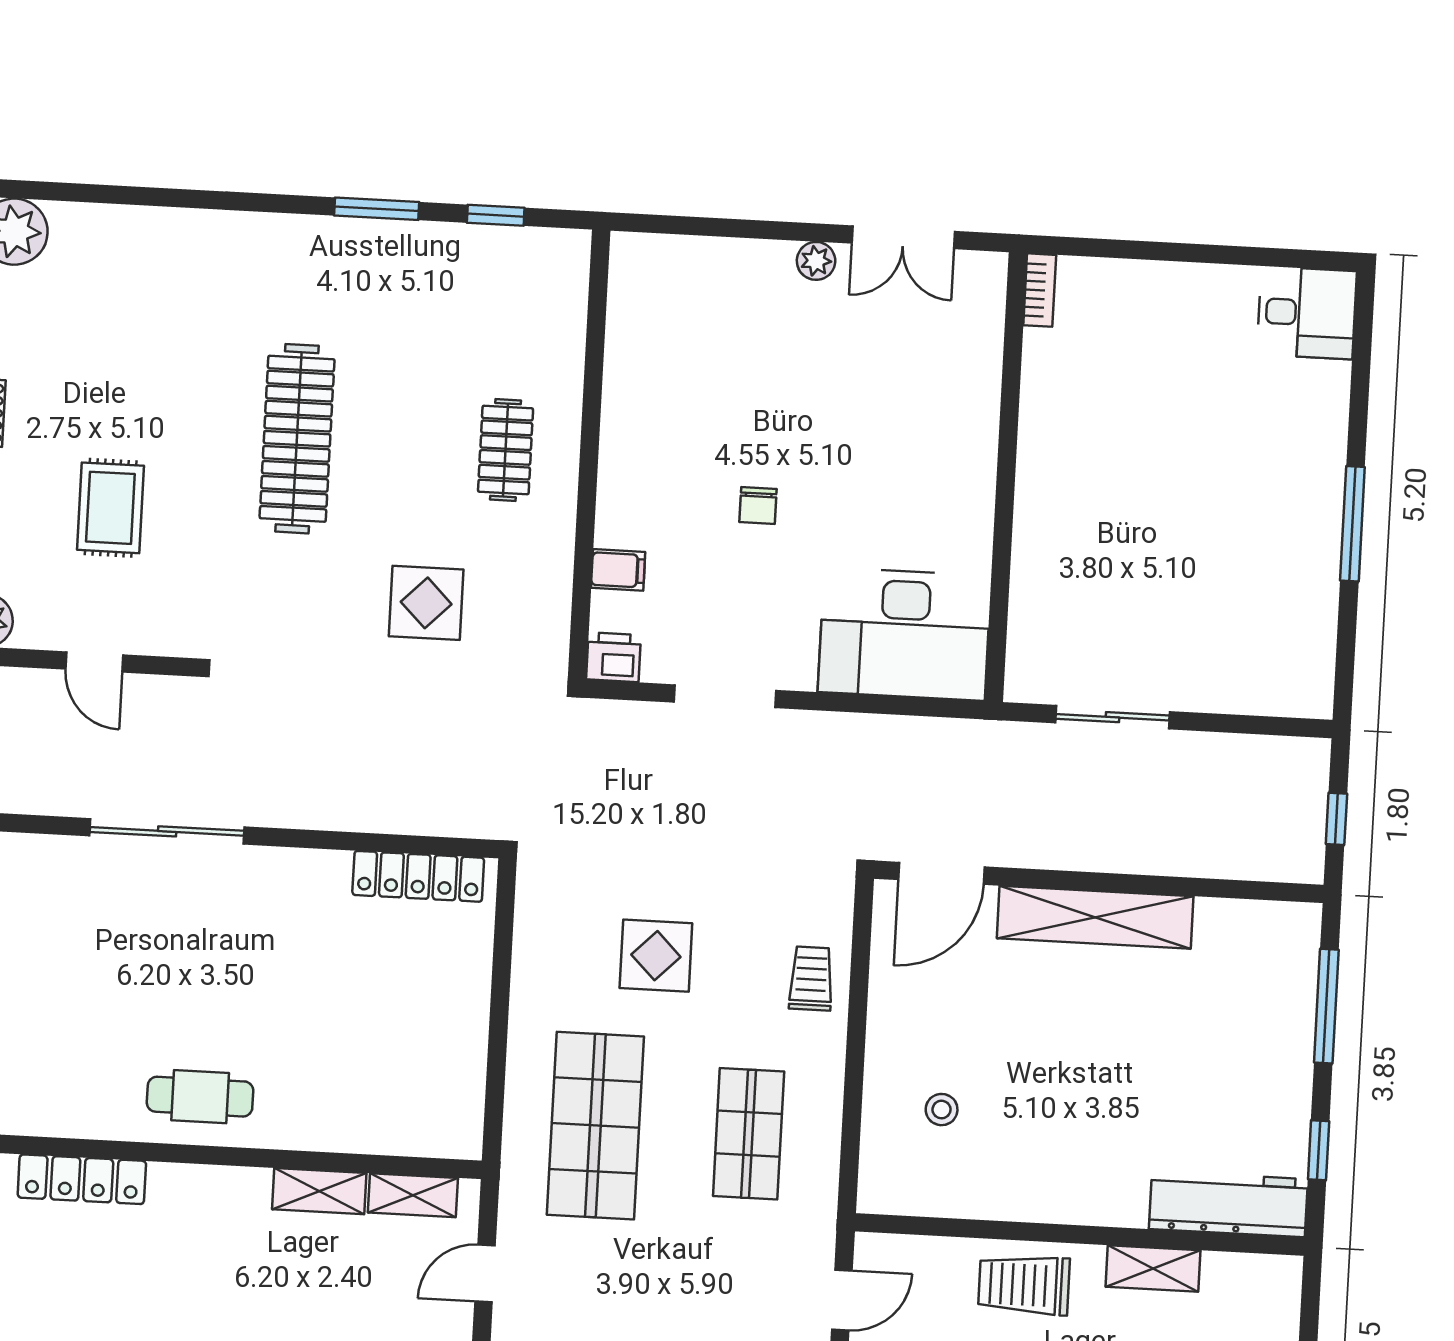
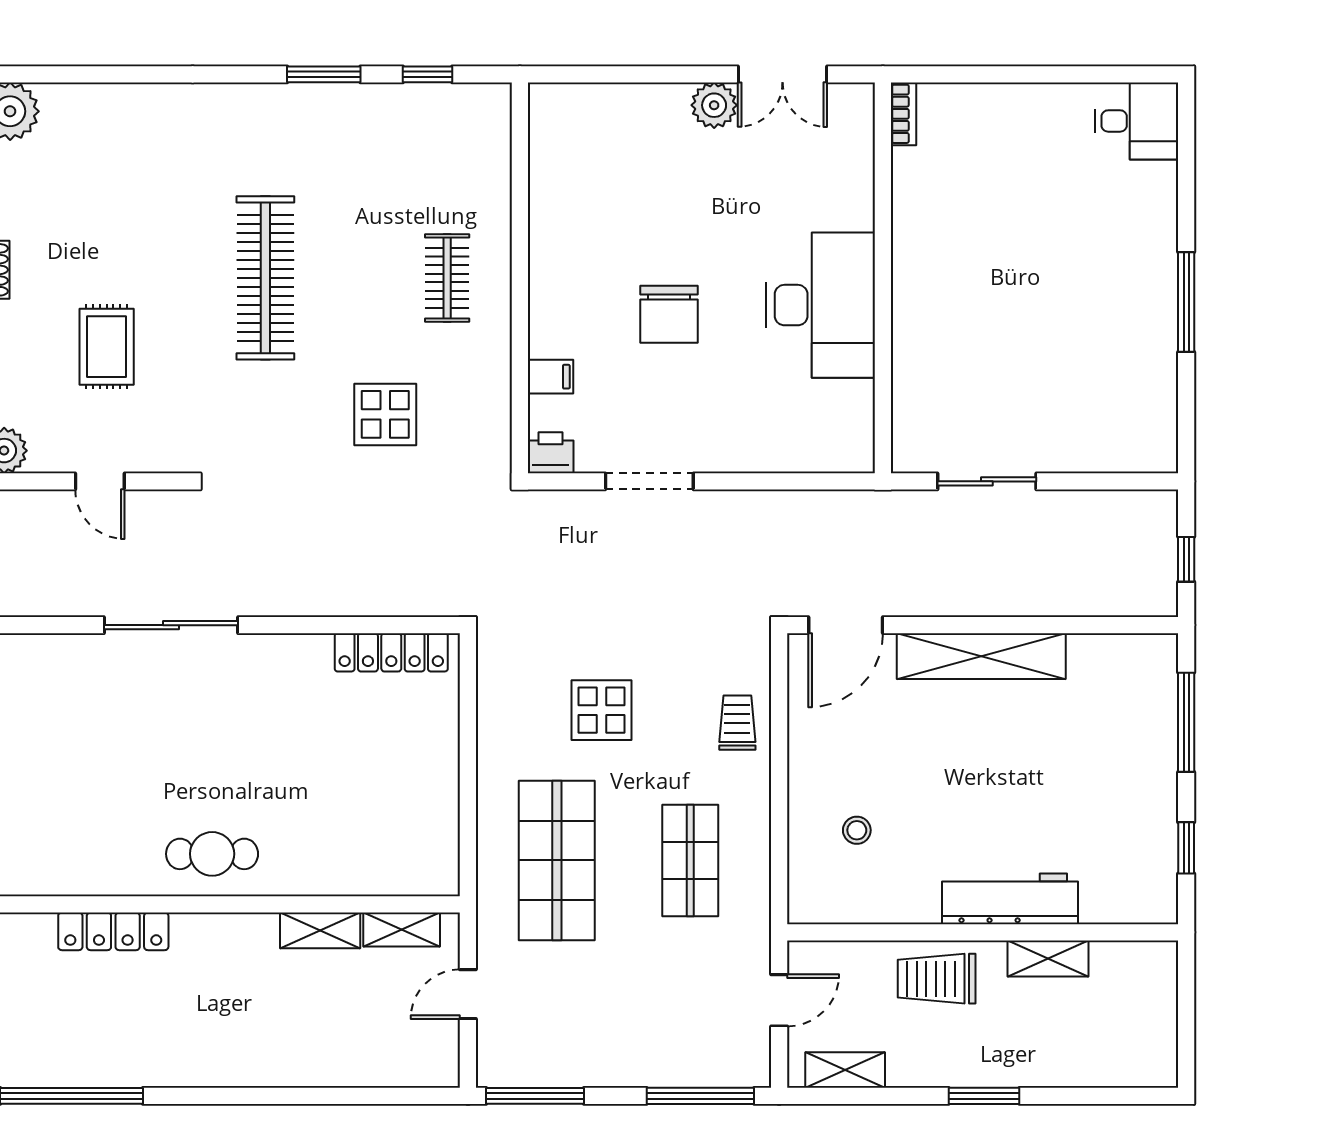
plant: (816, 261) -> (714, 105), width x1.38, depth x1.38
chair: (758, 506) -> (669, 314), width x1.87, depth x1.87
desk: (904, 634) -> (821, 305), moved, turned -90
workbench: (1228, 1204) -> (1010, 899), moved

